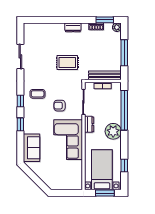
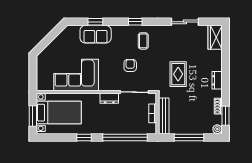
wardrobe: (34, 29) -> (215, 37), added
window: (20, 124) -> (95, 22), moved
plant: (113, 131) -> (102, 125), removed
corner sofa: (68, 140) -> (76, 75), moved
sofa: (31, 148) -> (96, 34), moved
window: (124, 165) -> (84, 137), moved

